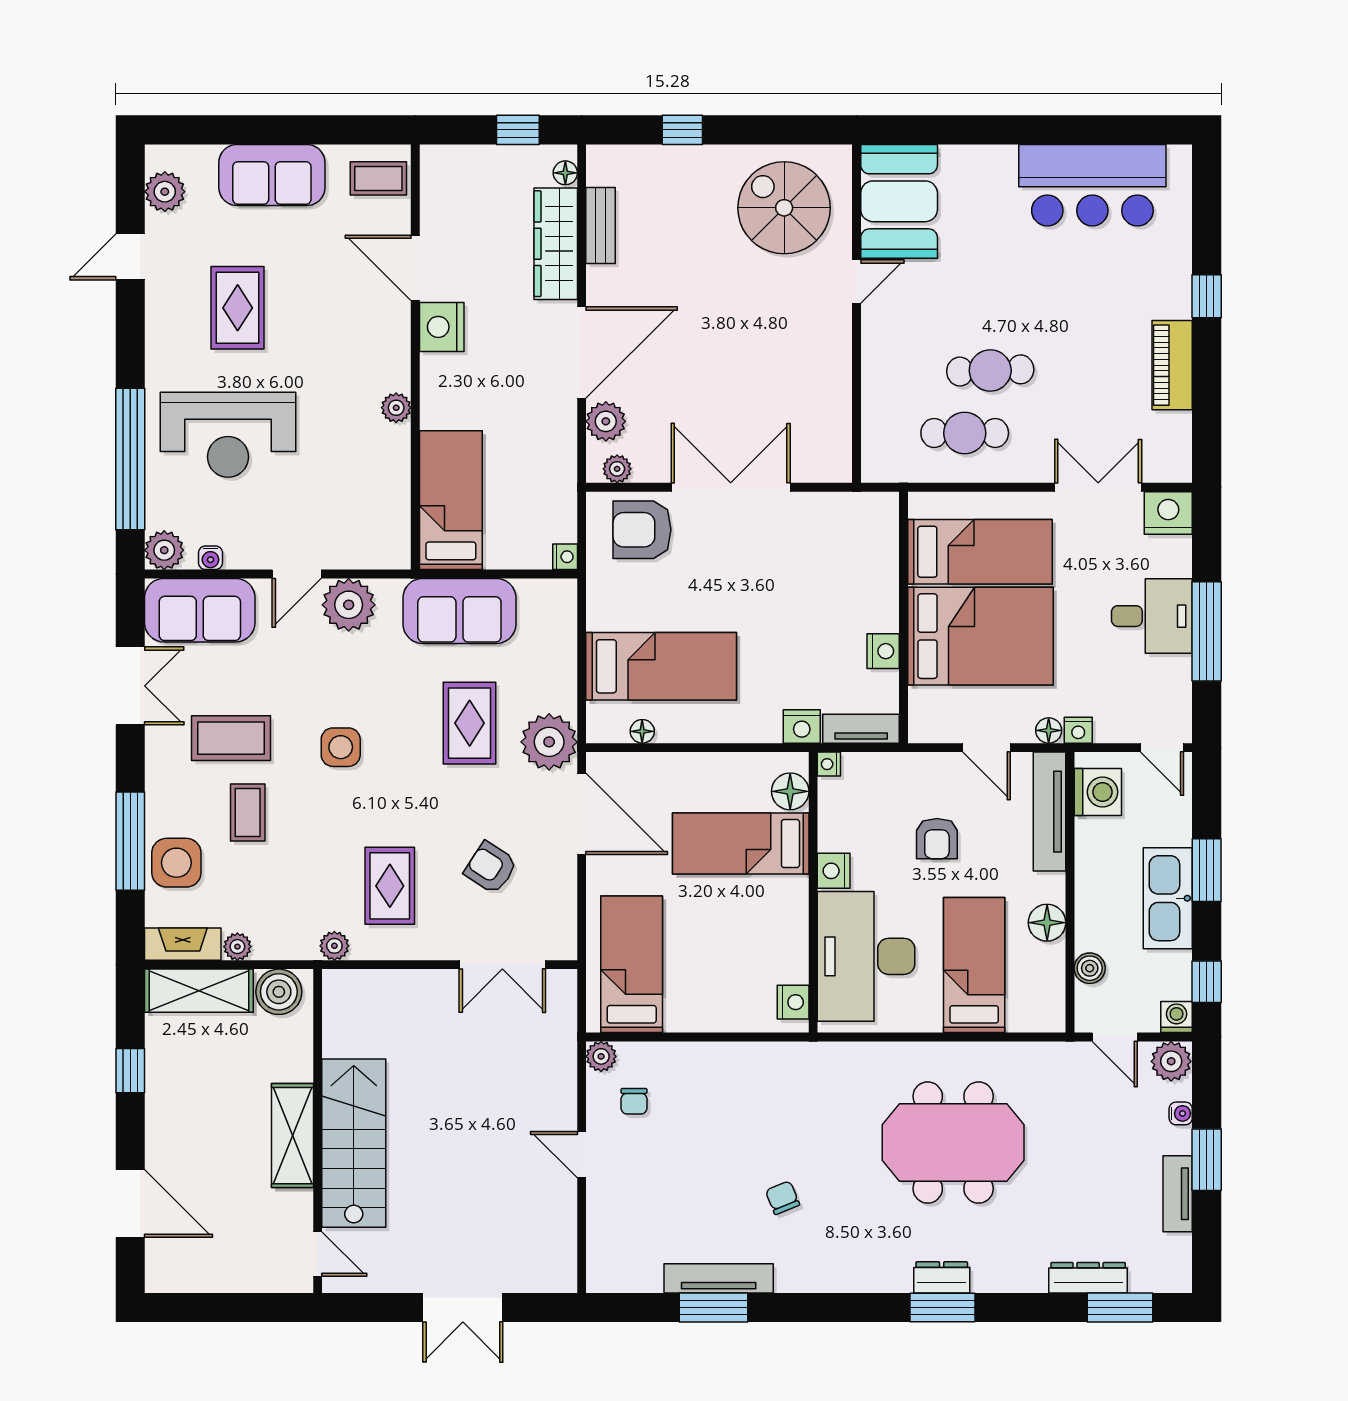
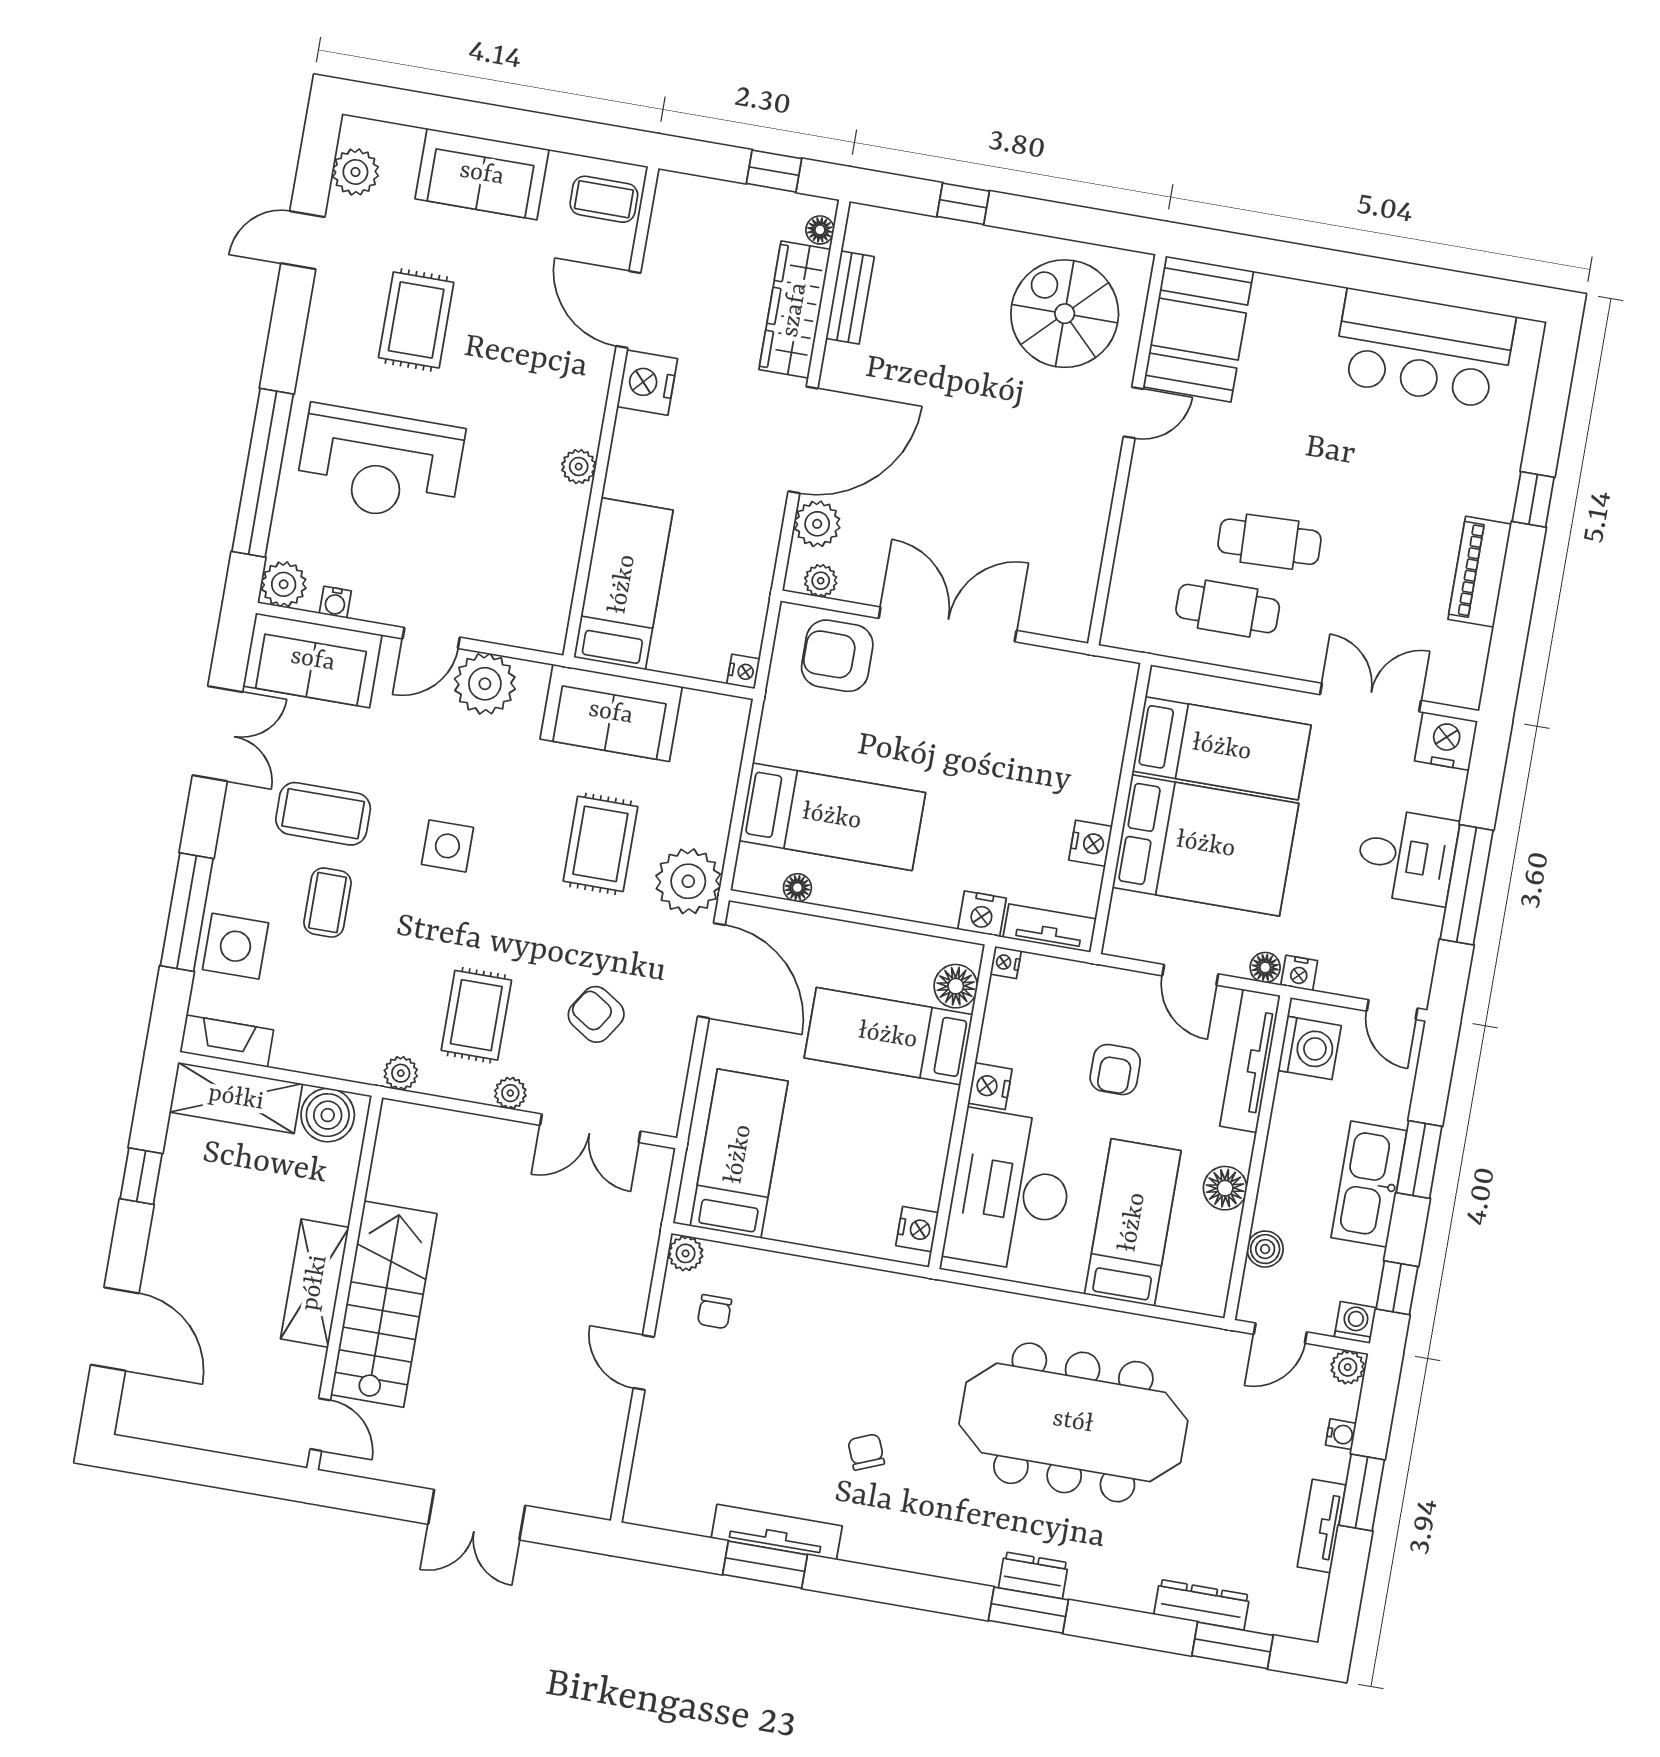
plant: (237, 947) -> (510, 1093), moved
door: (1115, 1037) -> (1280, 1333), hinge flipped
plant: (1171, 1061) -> (1348, 1367), width x0.73, depth x0.73
meeting table: (953, 1143) -> (1073, 1422), width x1.36

